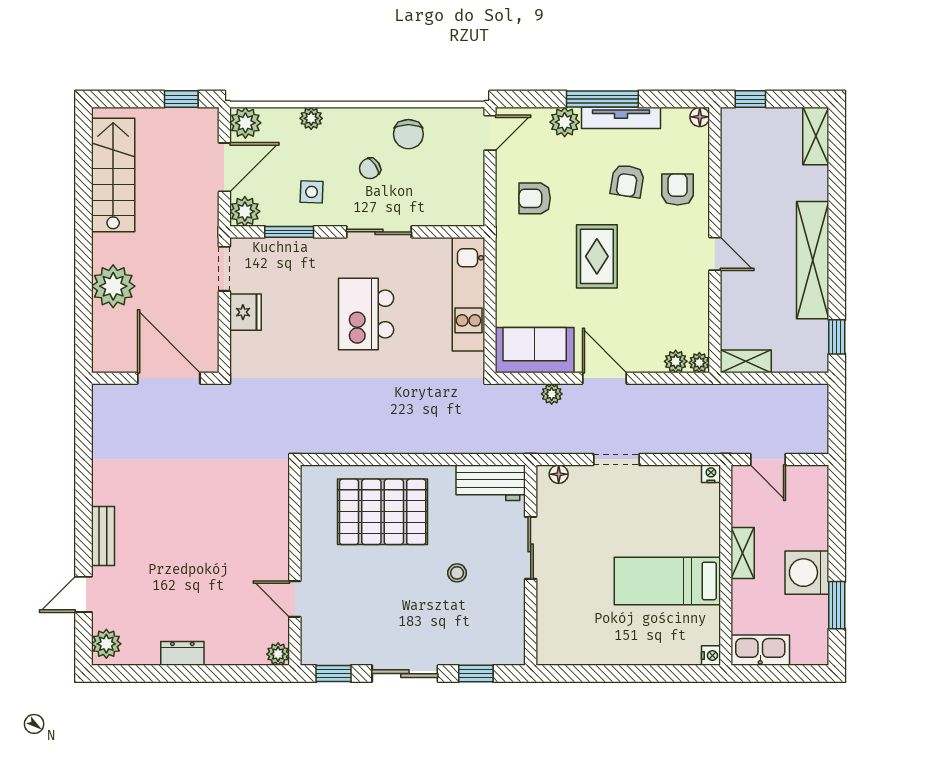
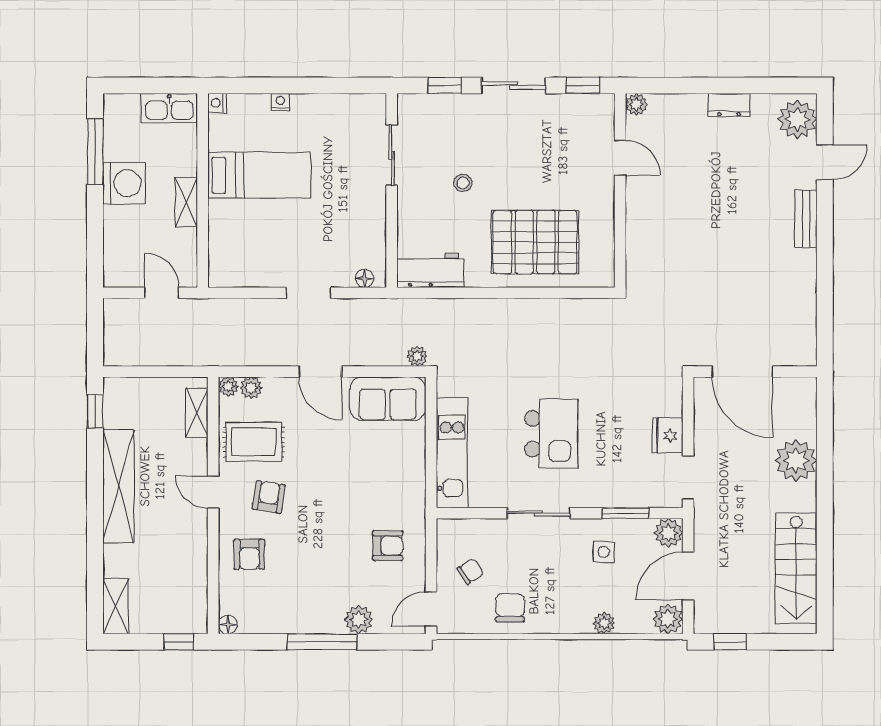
tv unit: (621, 118) -> (304, 624), removed
chair: (370, 168) -> (470, 571), moved
armchair: (627, 181) -> (269, 497), moved
rug: (597, 256) -> (254, 442), moved, turned 90
shelving: (746, 361) -> (197, 413), moved, turned 90
plant: (552, 394) -> (417, 356), moved
nightstand: (711, 474) -> (280, 102), moved, turned 180
sliding door: (531, 548) -> (392, 155), moved
window: (837, 605) -> (95, 152), width x1.44
plant: (106, 644) -> (797, 119), width x1.36, depth x1.36

